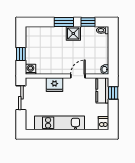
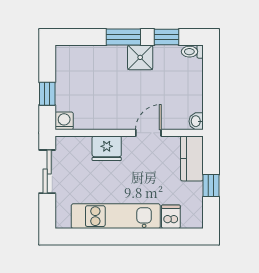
window: (113, 93) -> (211, 186), moved
dishwasher: (104, 123) -> (171, 217), moved

